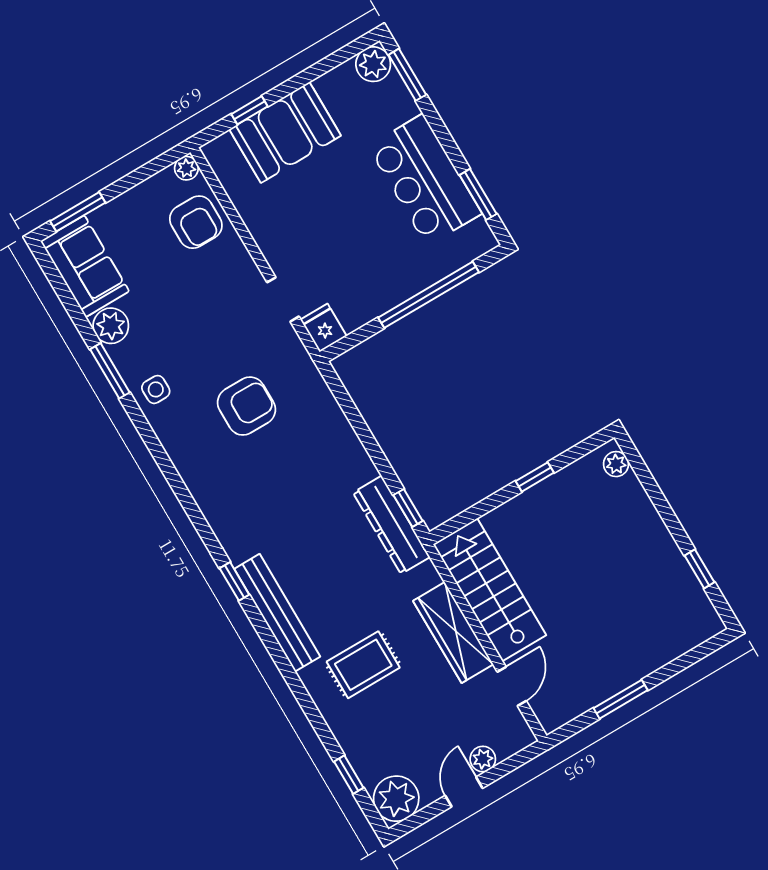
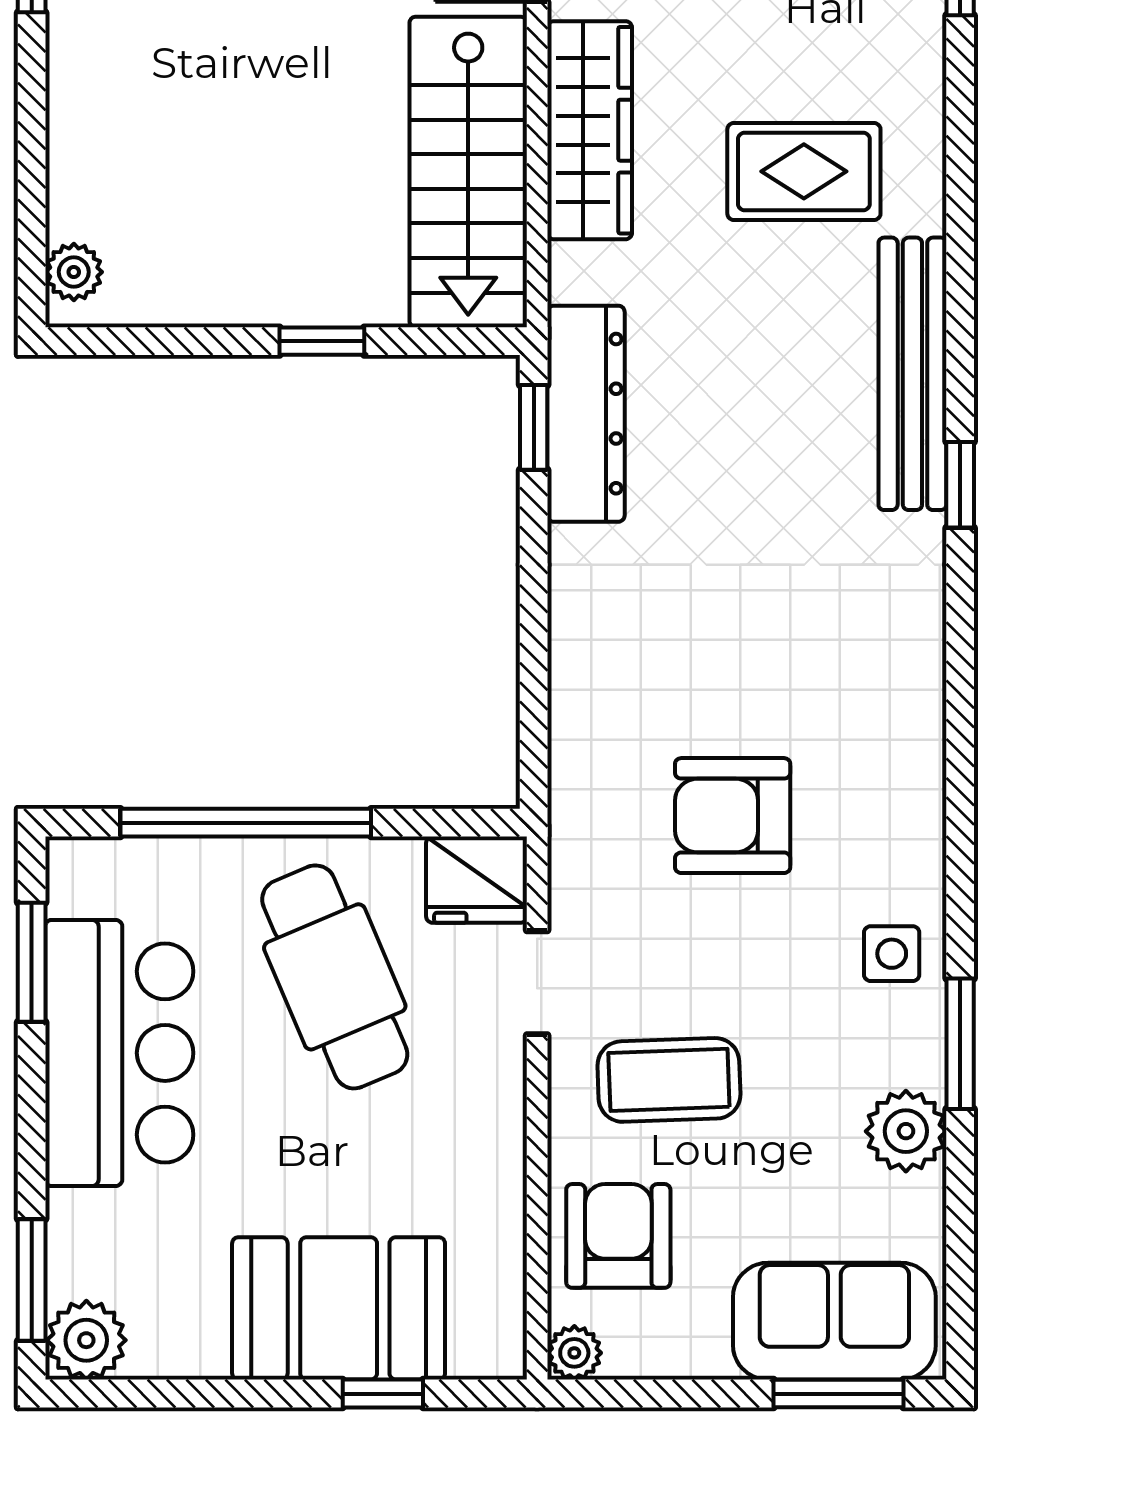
cafe table: (361, 257) -> (335, 977), added
sofa: (85, 266) -> (834, 1321), moved, turned 90
coffee table: (212, 292) -> (669, 1080), added
fridge: (324, 328) -> (476, 880), width x1.38
window: (535, 477) -> (322, 341), moved

